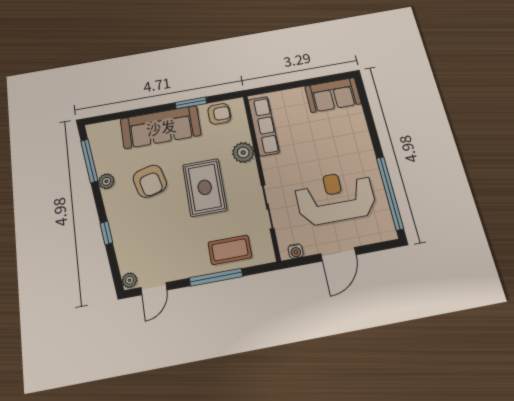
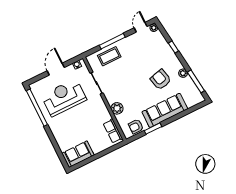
row of seats: (264, 126) -> (113, 131), width x0.68
rug: (205, 187) -> (131, 84), removed
reception desk: (335, 197) -> (64, 97), turned 180

